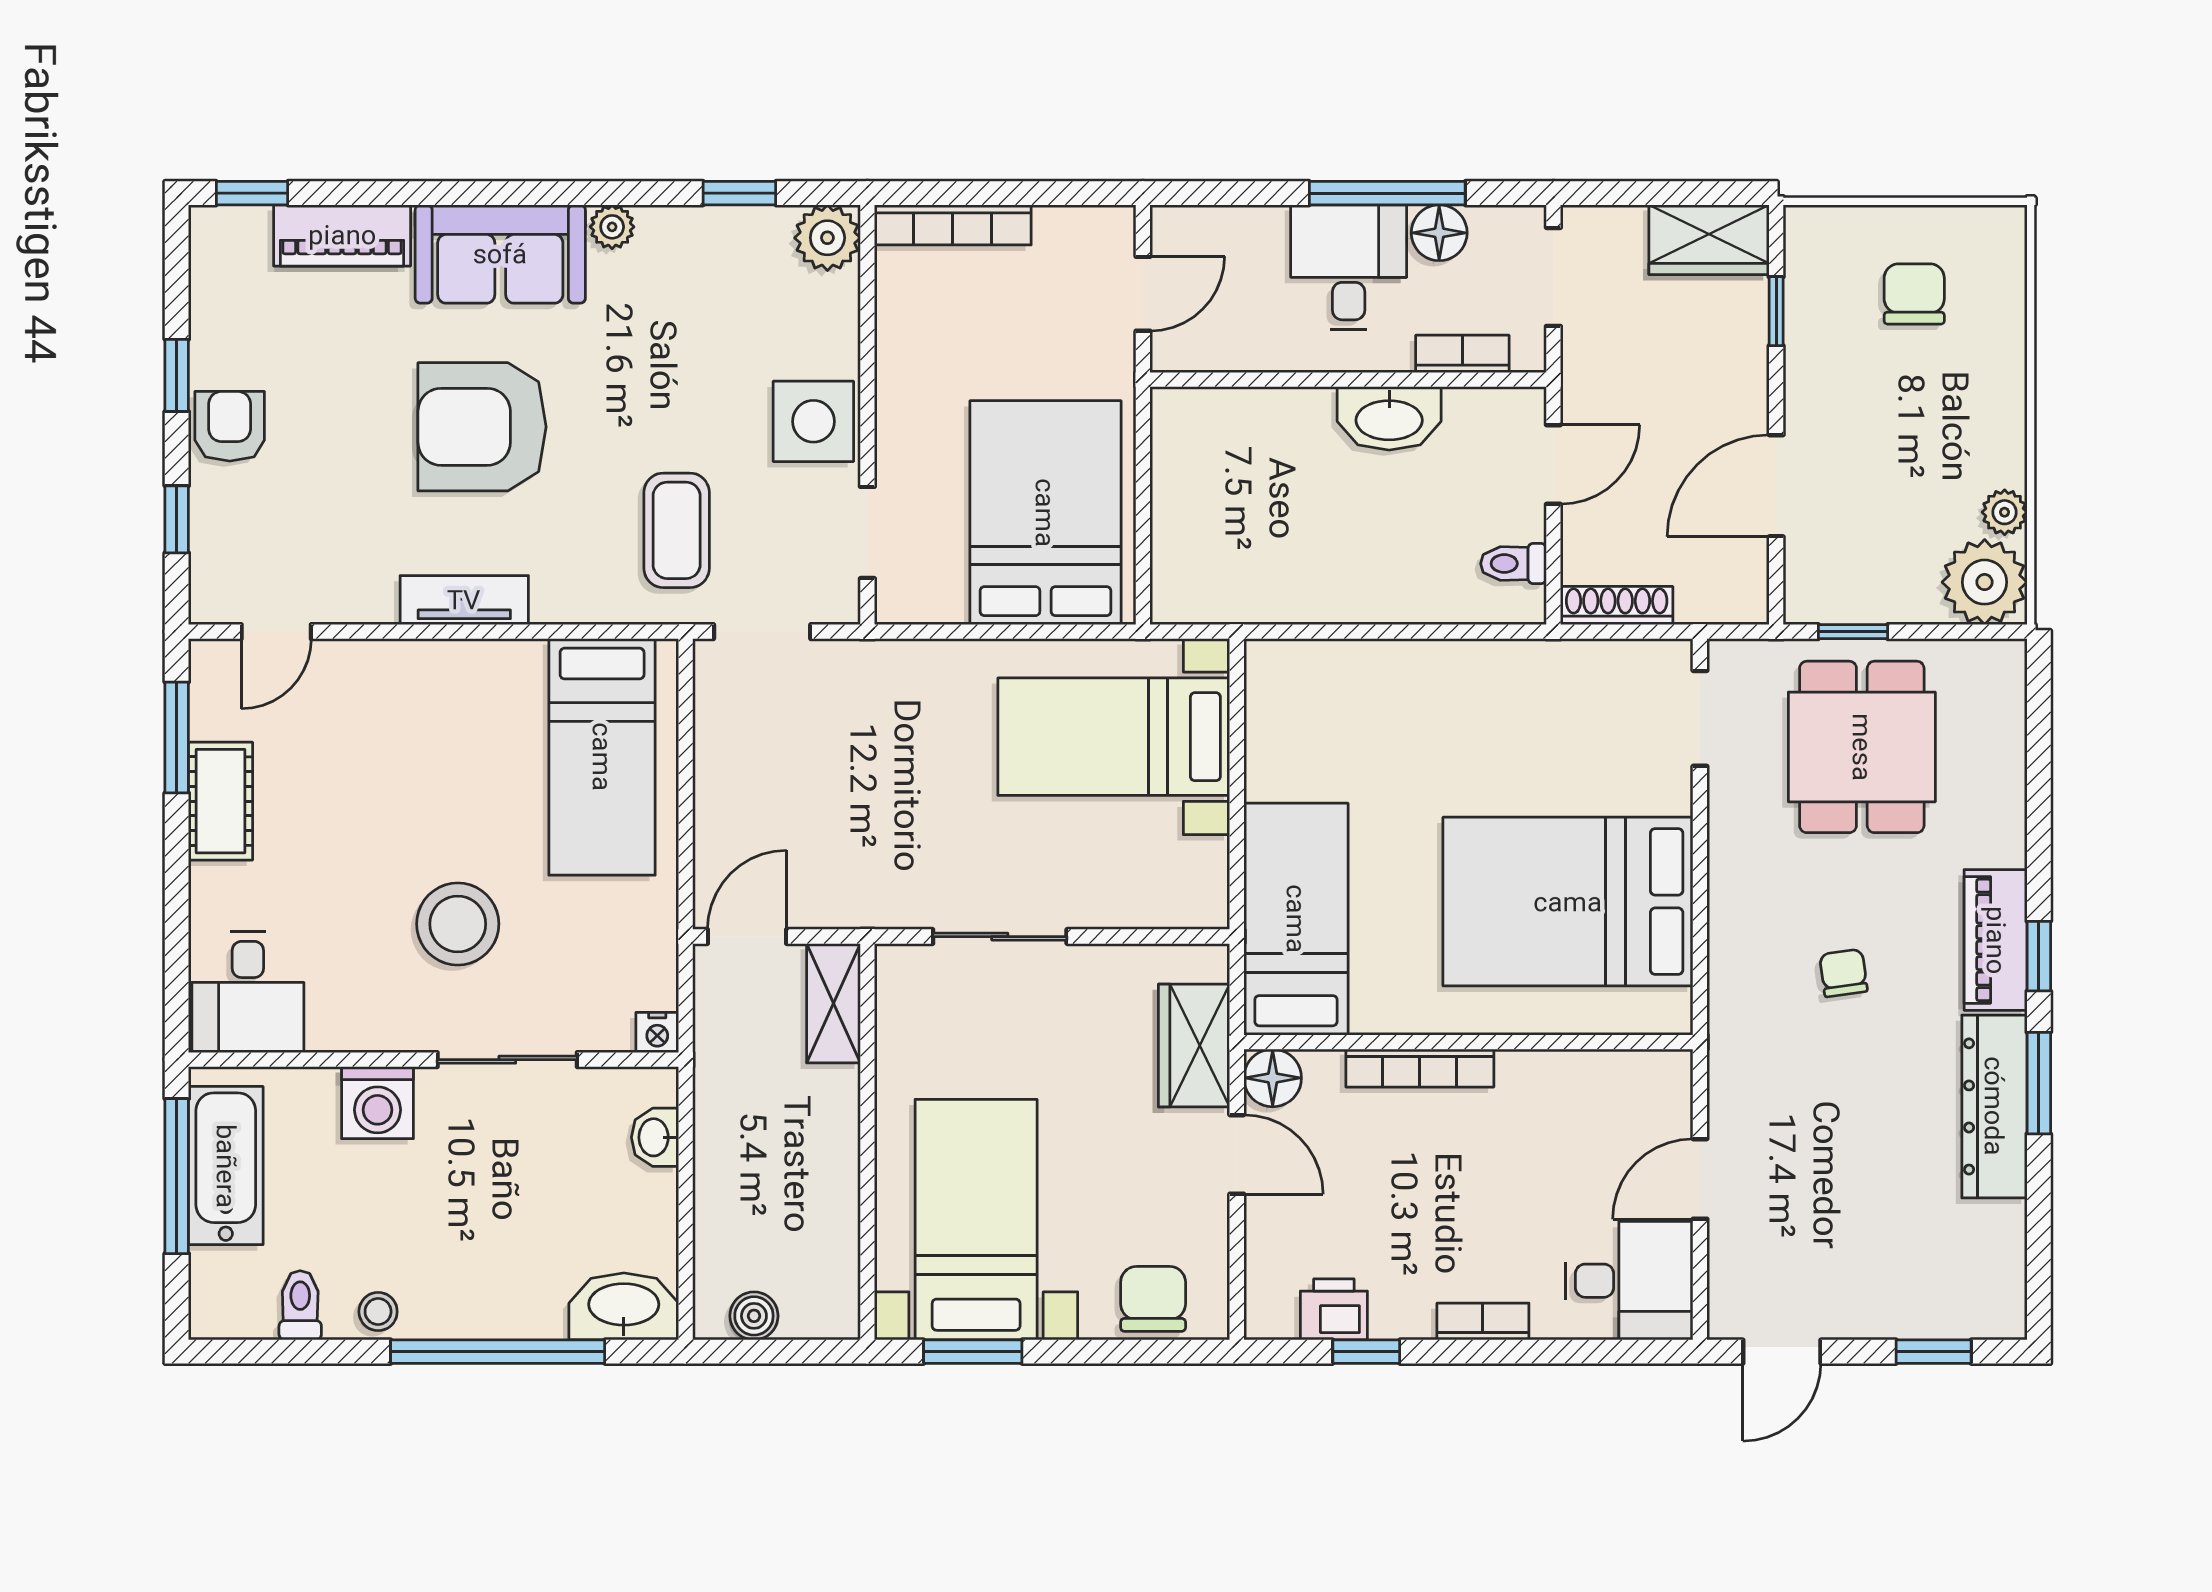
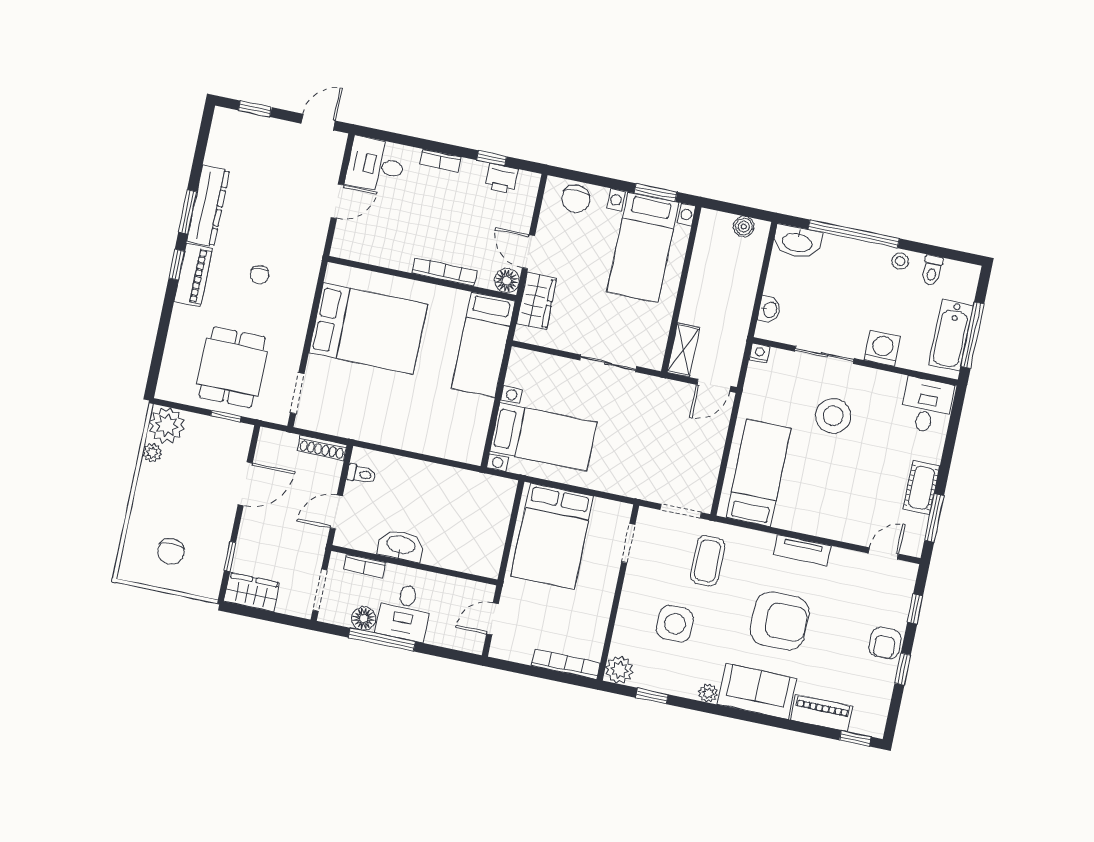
side table: (813, 421) -> (675, 624), moved

